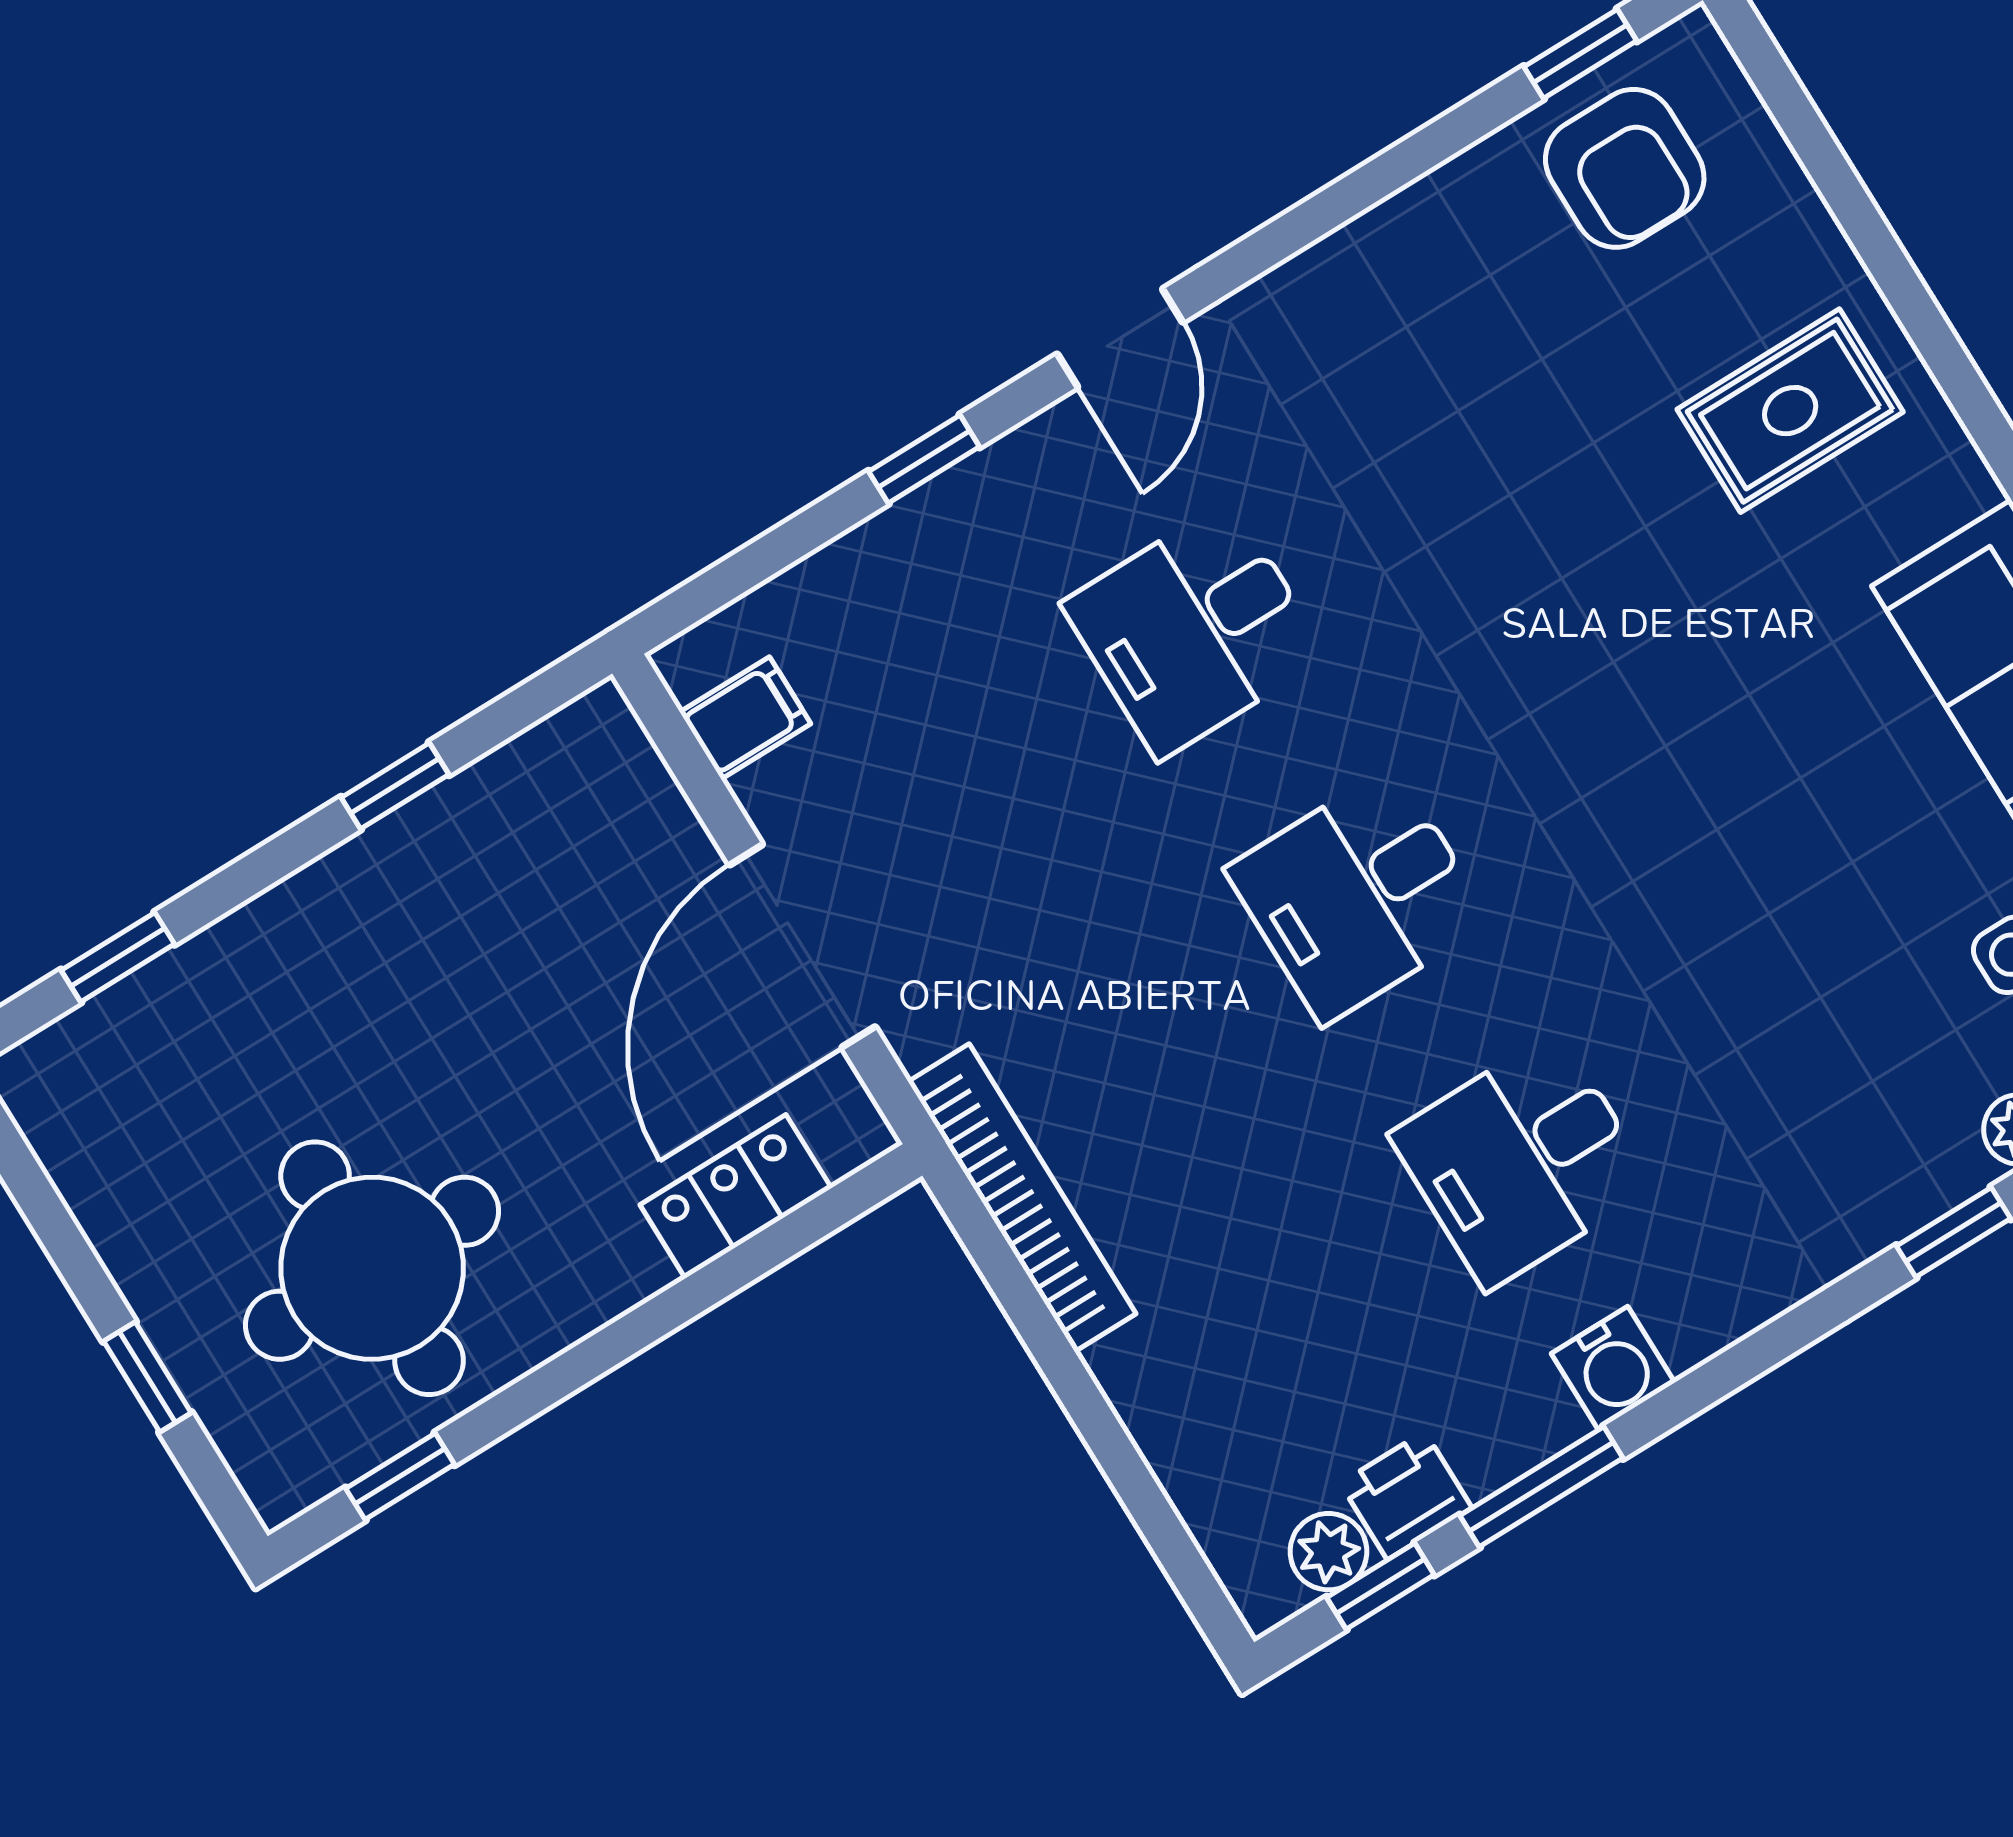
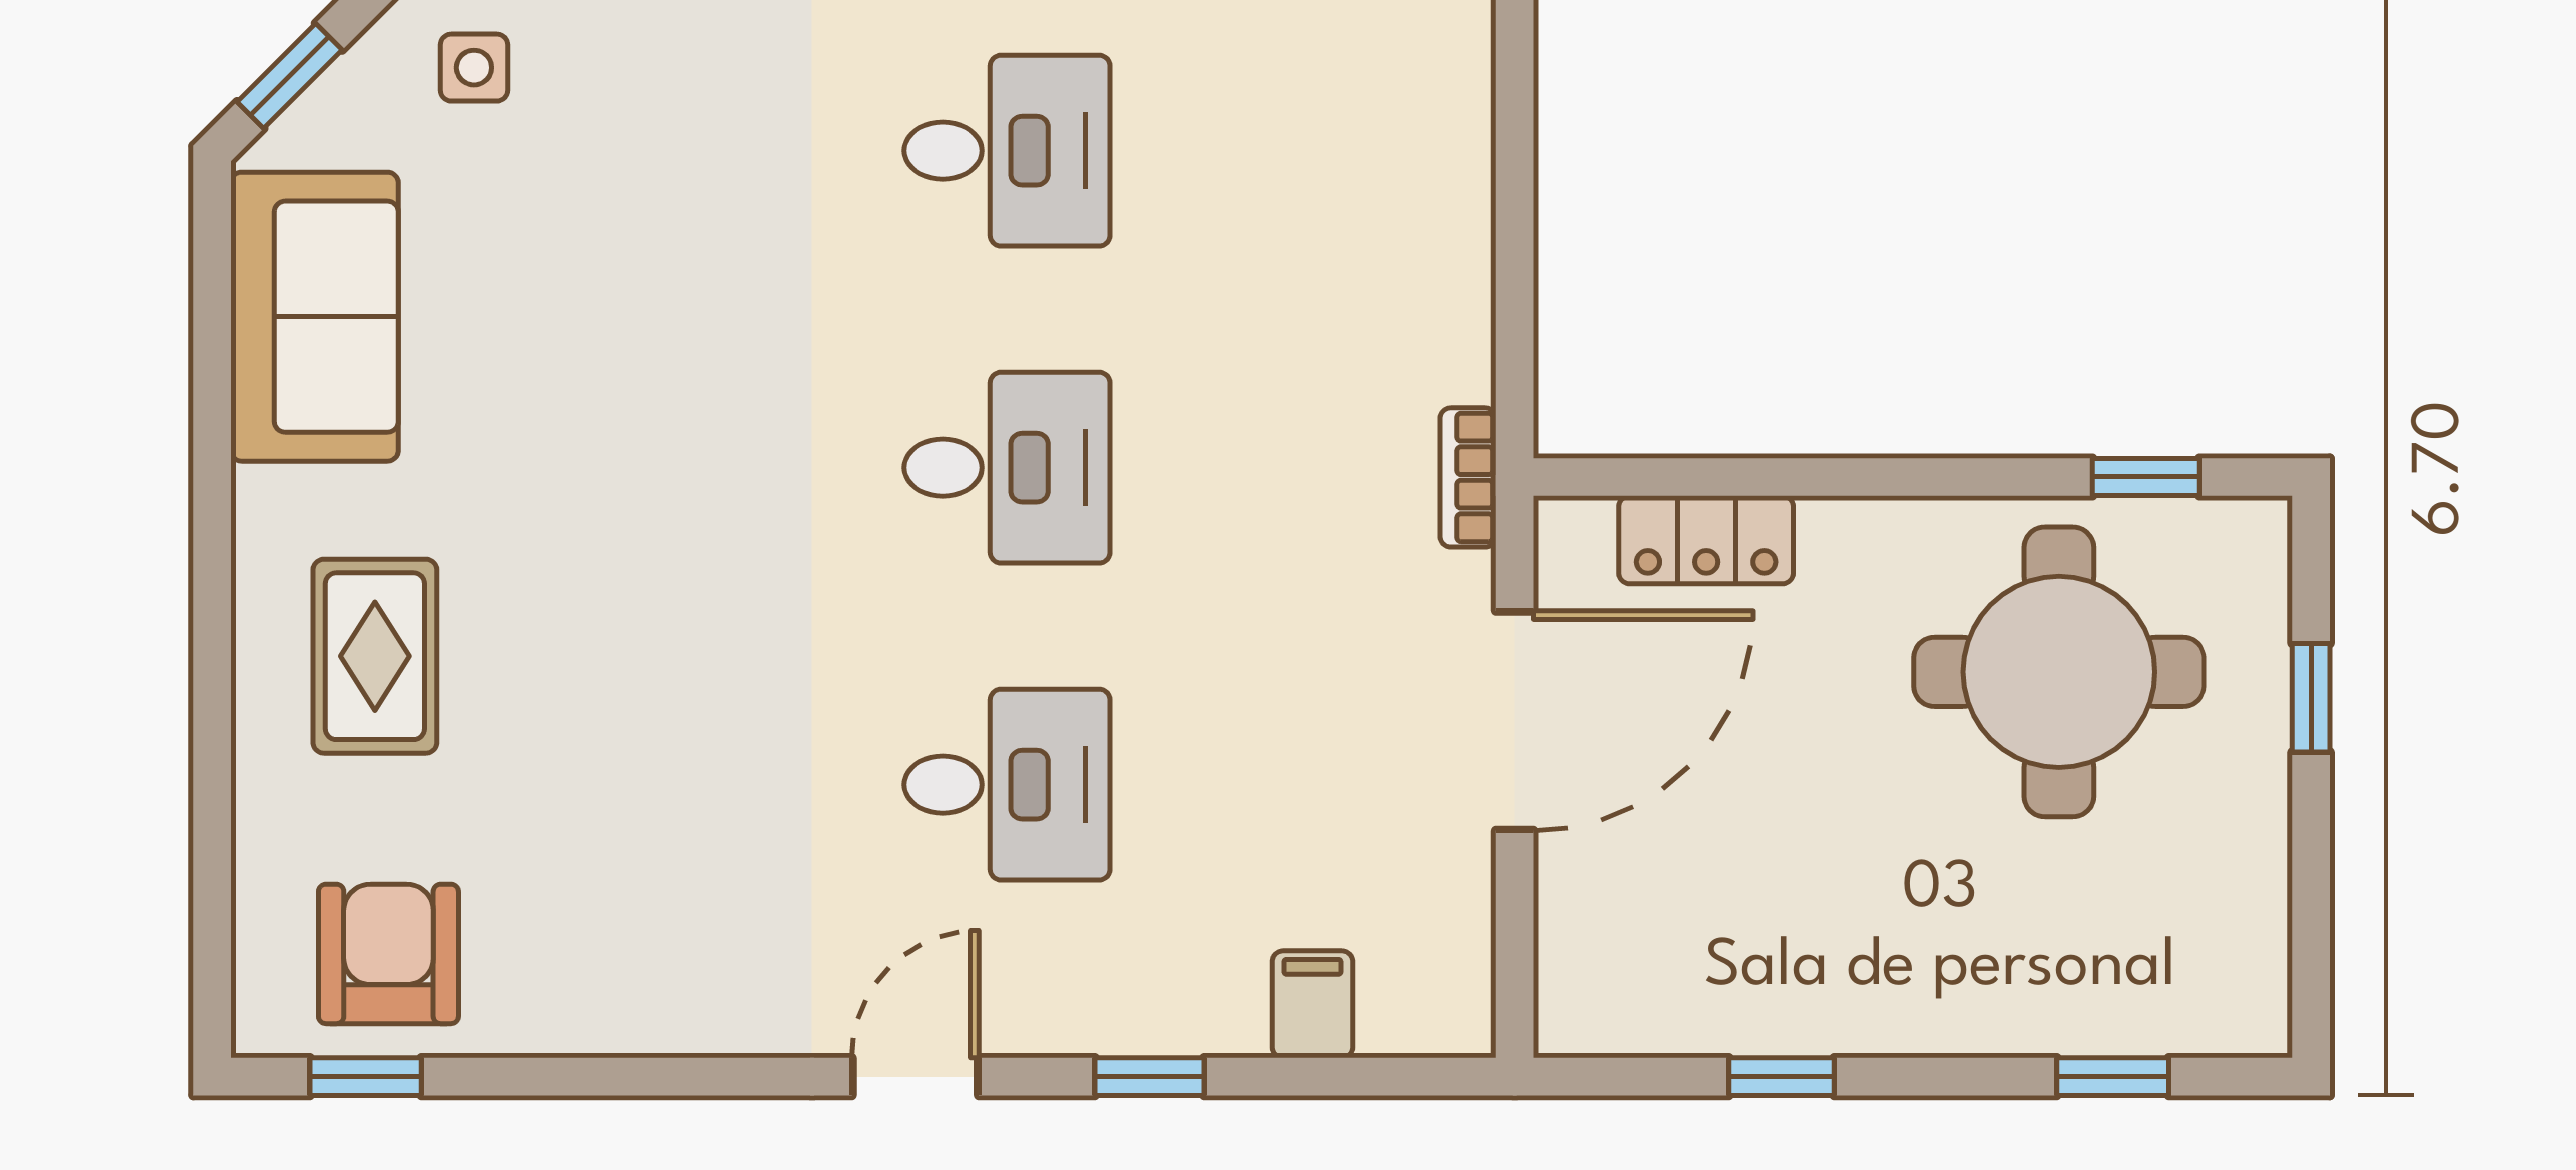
rug: (1790, 411) -> (375, 656), turned 90
filing cabinet: (745, 718) -> (1312, 1004), moved, turned 90
bookcase: (1022, 1198) -> (1468, 477), width x0.43, depth x0.76

